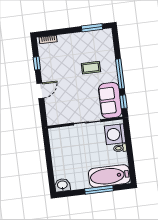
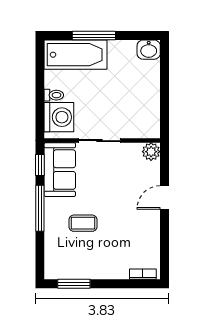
window: (37, 63) -> (164, 240), removed
plant: (53, 119) -> (151, 152), added

